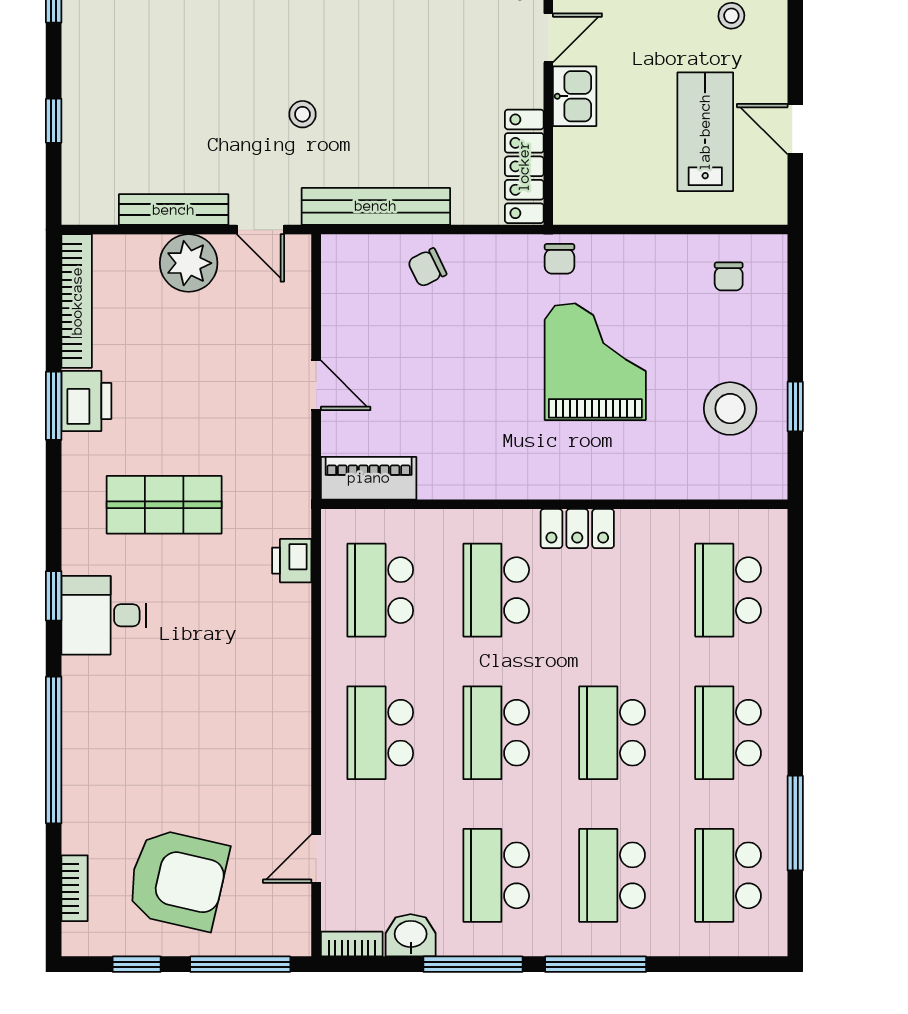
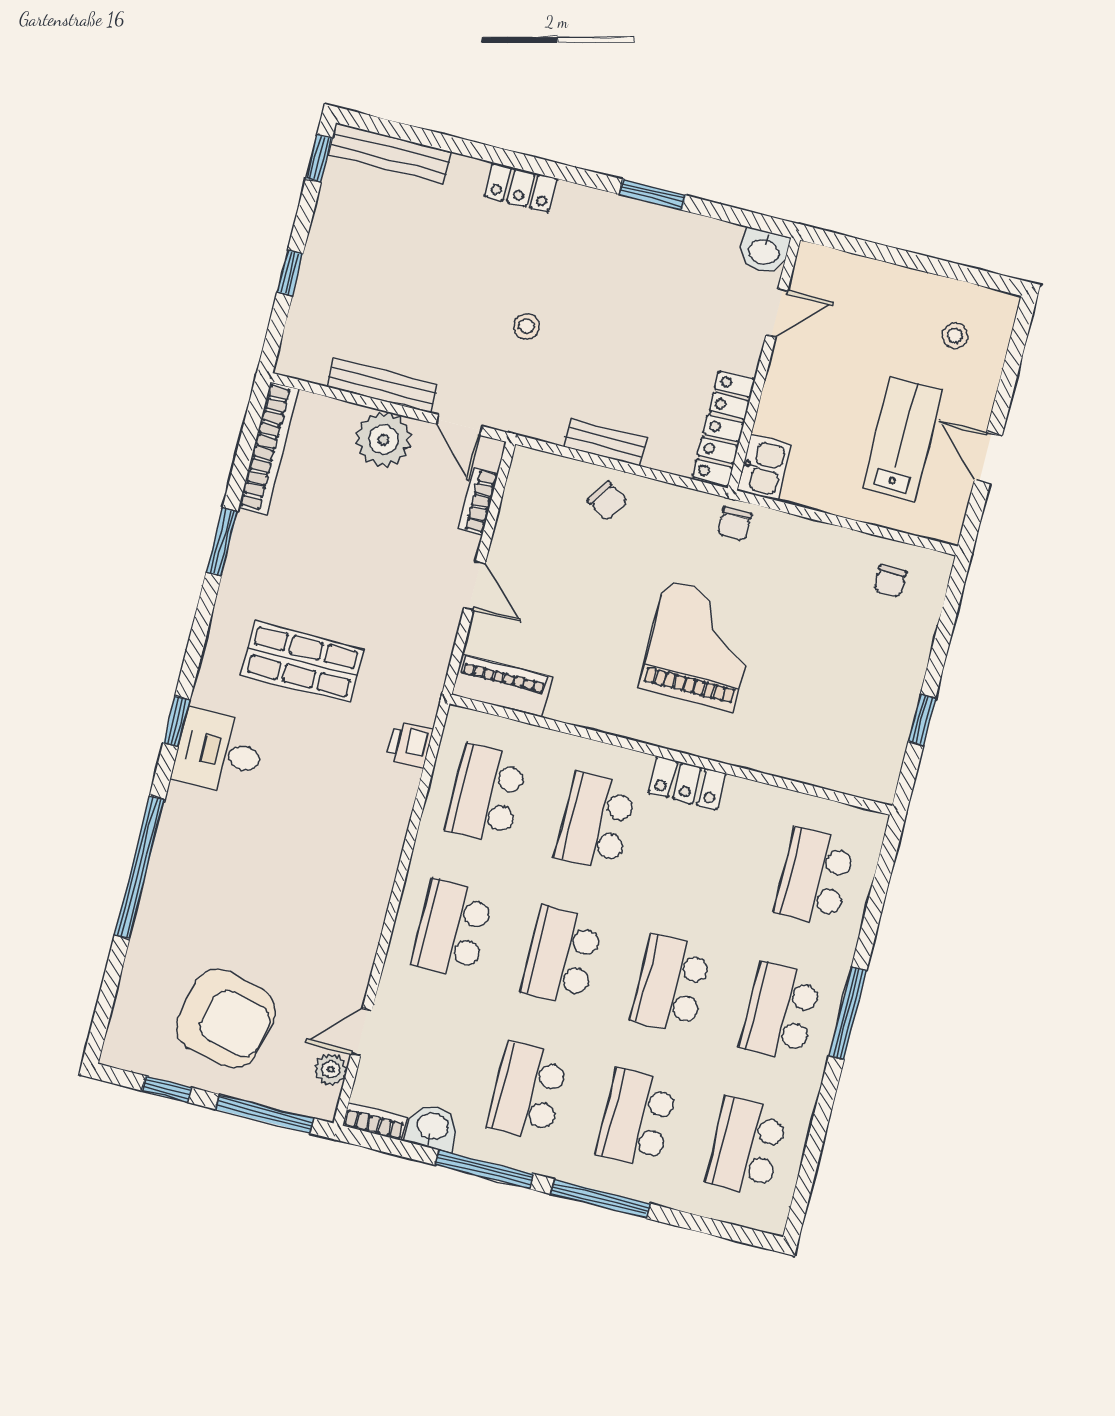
kitchen sink: (575, 96) -> (764, 467), moved
bench: (376, 206) -> (606, 442), width x0.54, depth x0.82
chair: (427, 268) -> (607, 501), turned -122
grand piano: (595, 362) -> (699, 645), moved
printer: (86, 401) -> (254, 545), removed
stool: (730, 409) -> (860, 706), removed
window: (795, 823) -> (848, 1013), moved
bookcase: (75, 888) -> (478, 501), moved, turned 180
plant: (295, 903) -> (331, 1069), added

